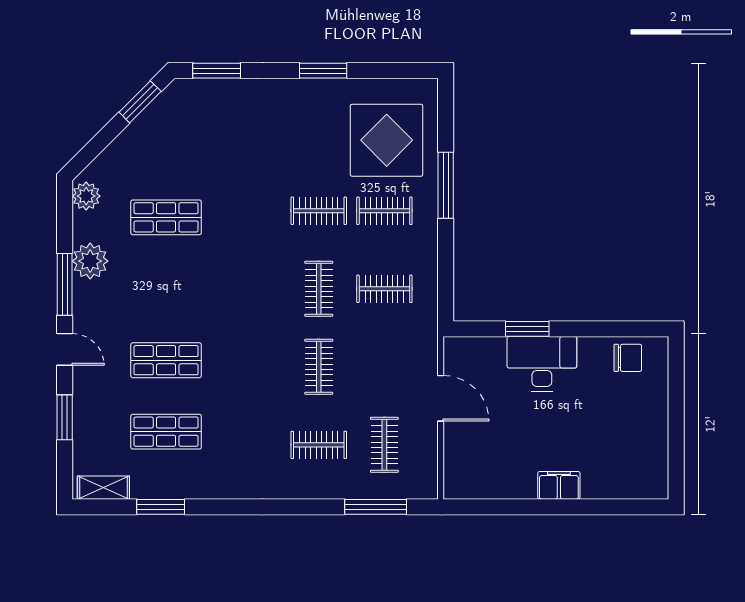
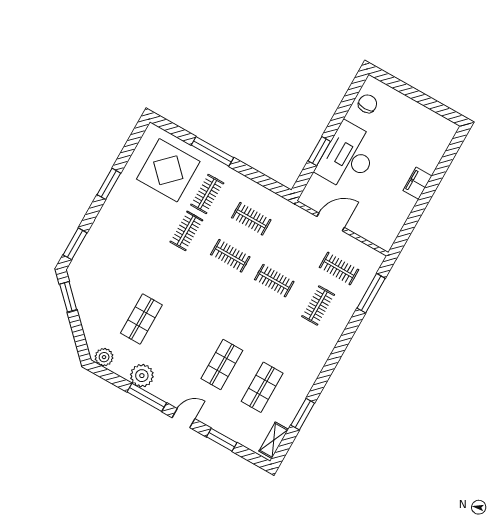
clothes rail: (384, 289) -> (251, 219), turned 90
desk: (542, 364) -> (348, 157), width x1.36, depth x1.30

